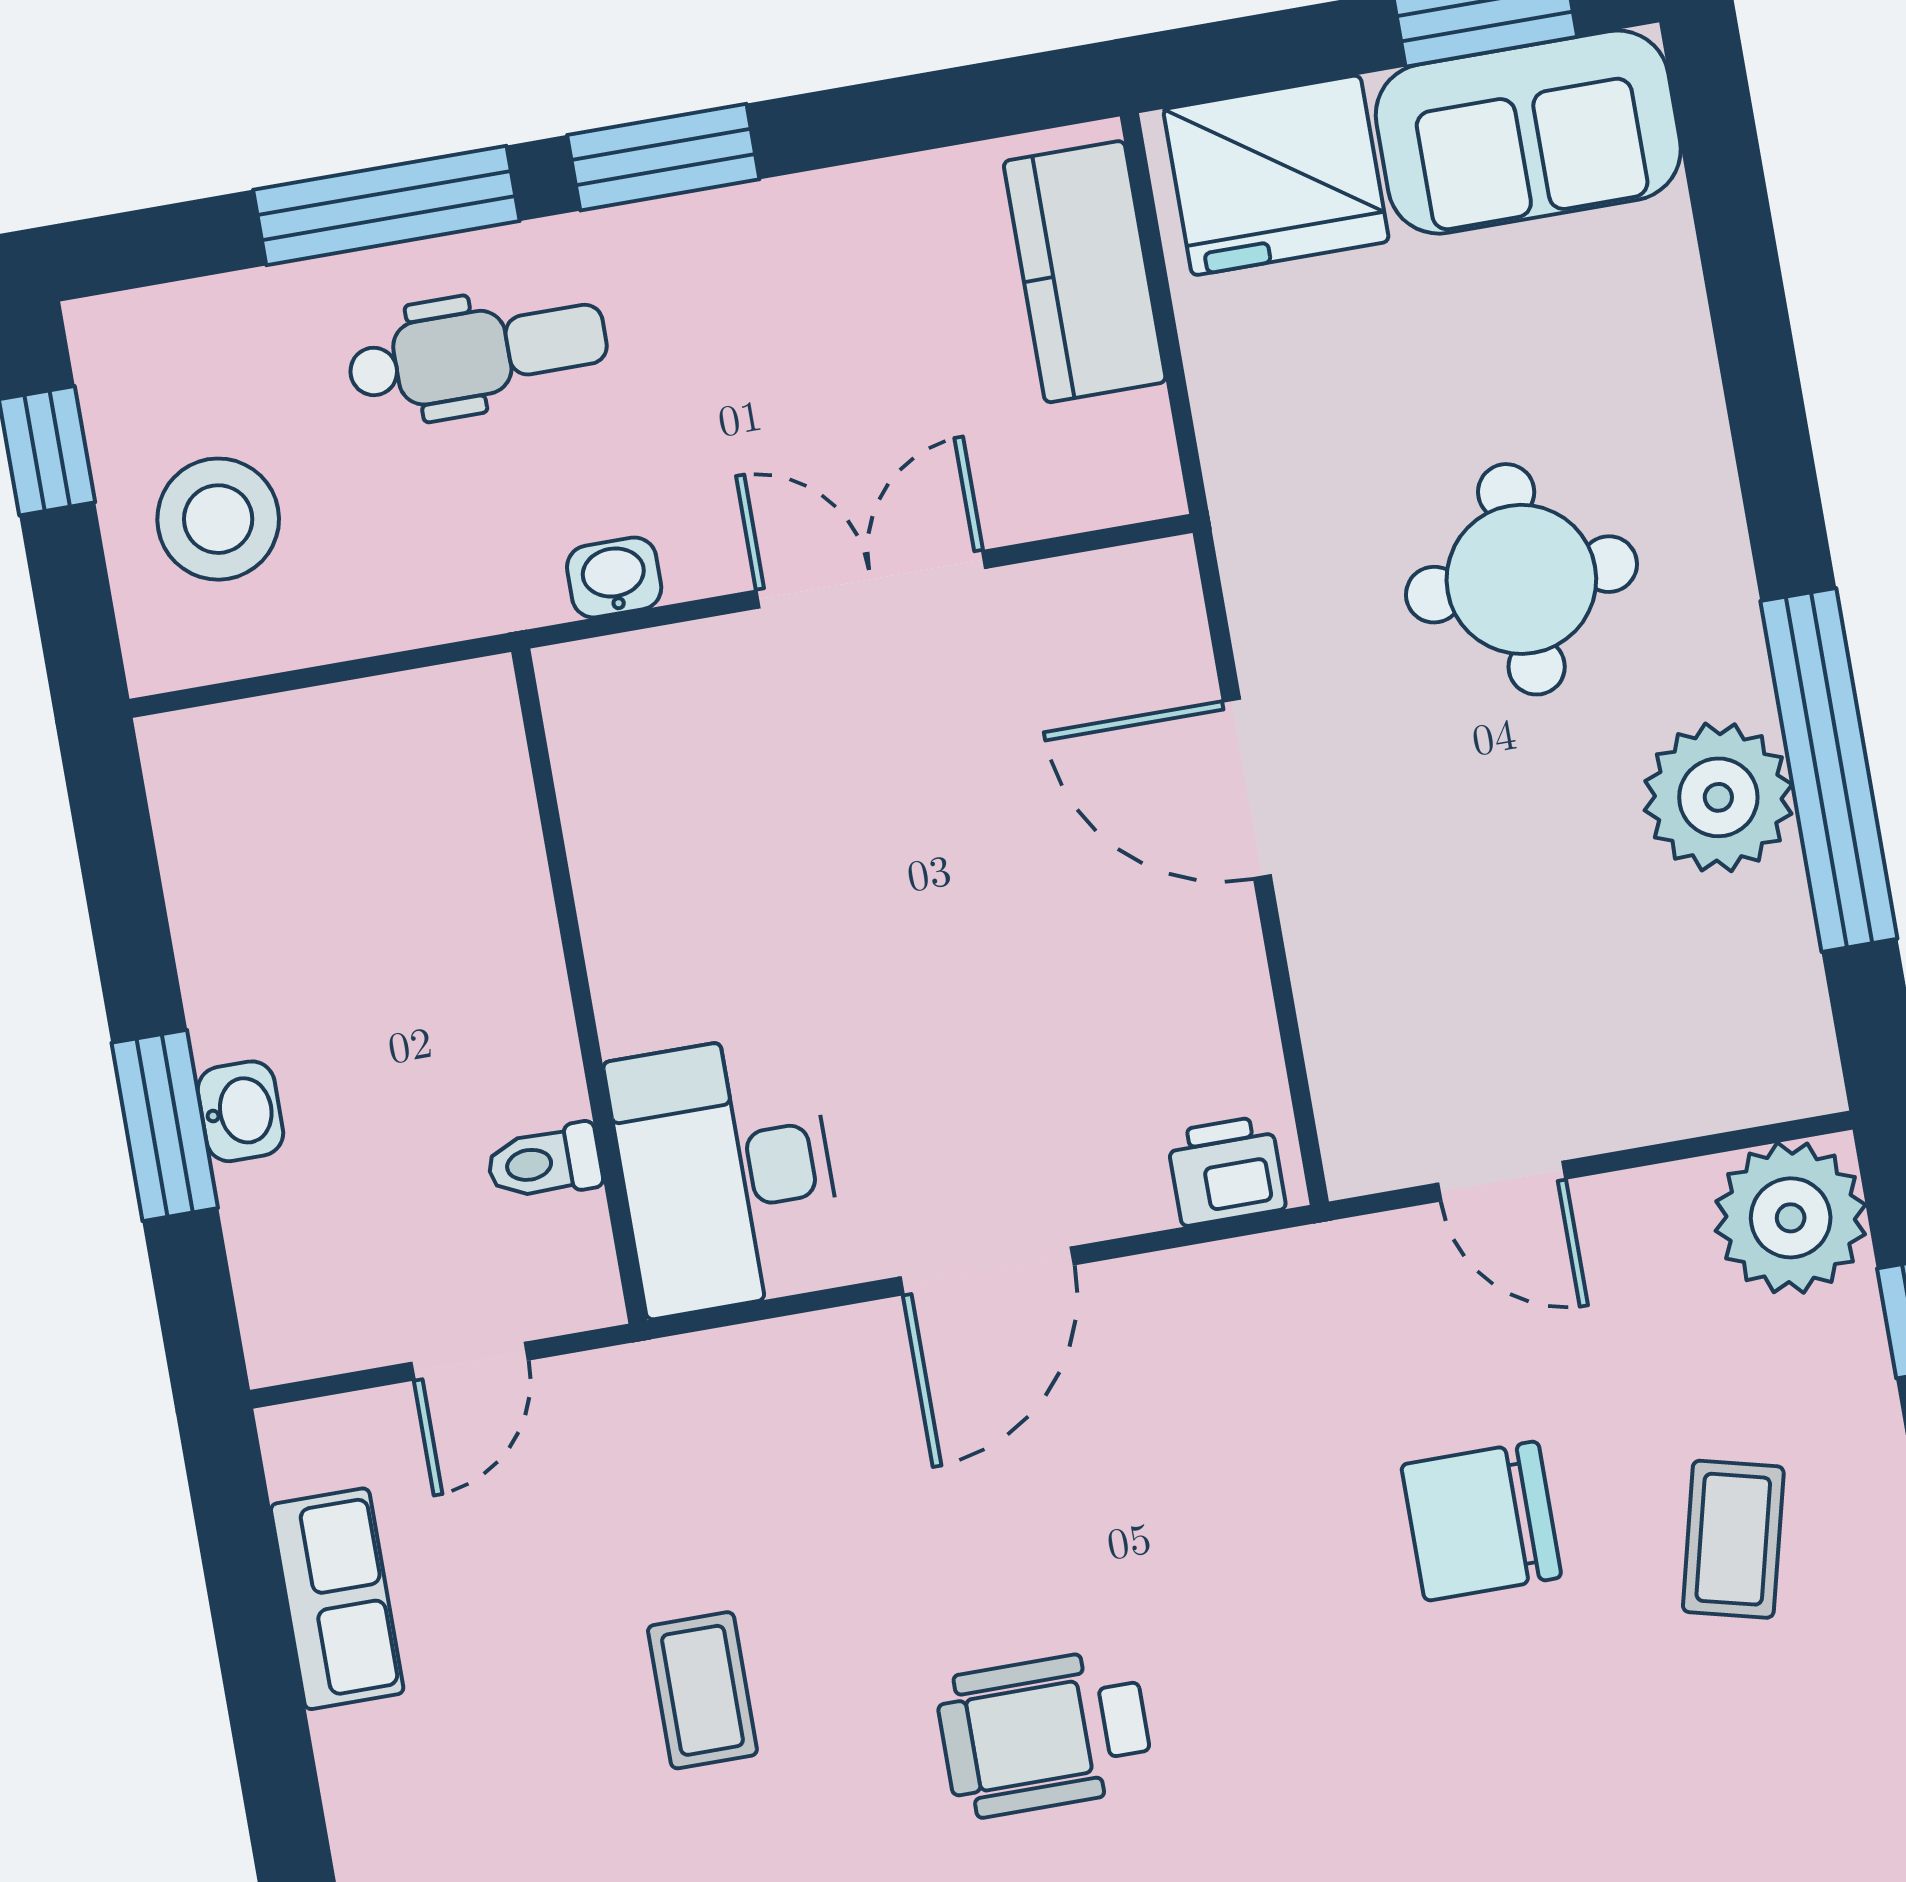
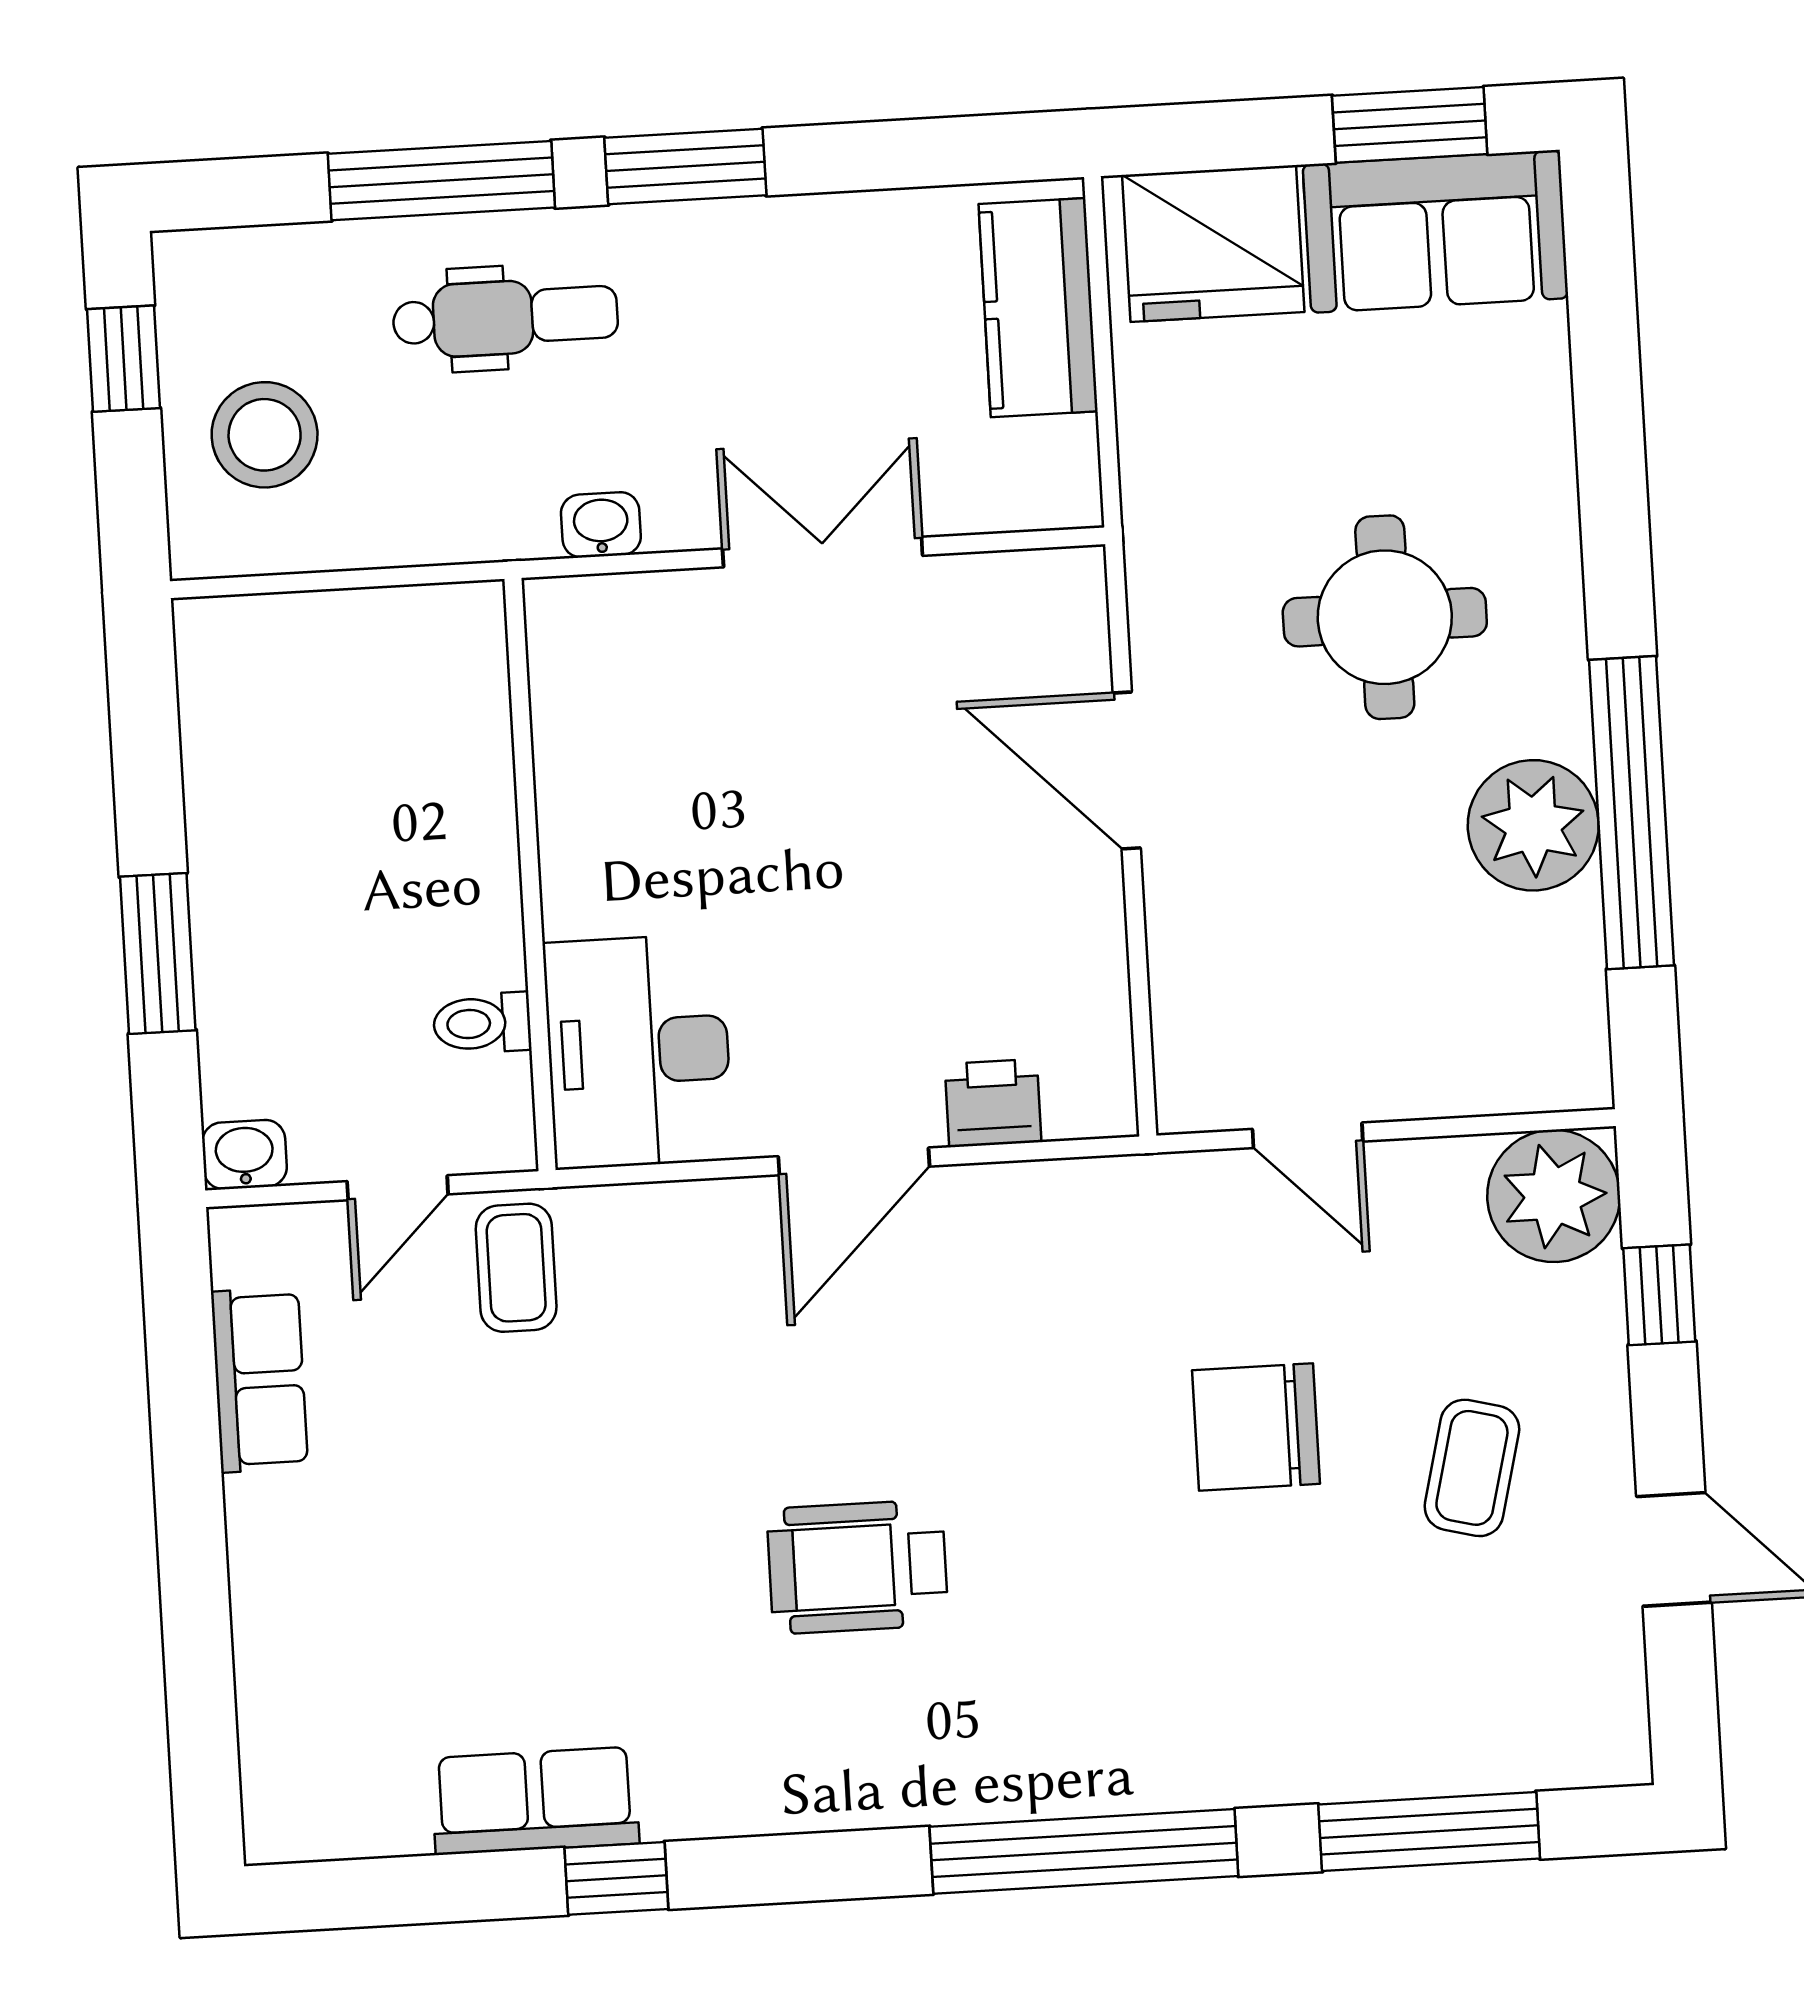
washbasin: (240, 1111) -> (244, 1155), moved, turned -90
printer: (1226, 1171) -> (993, 1103), moved
coffee table: (702, 1690) -> (516, 1268), moved

